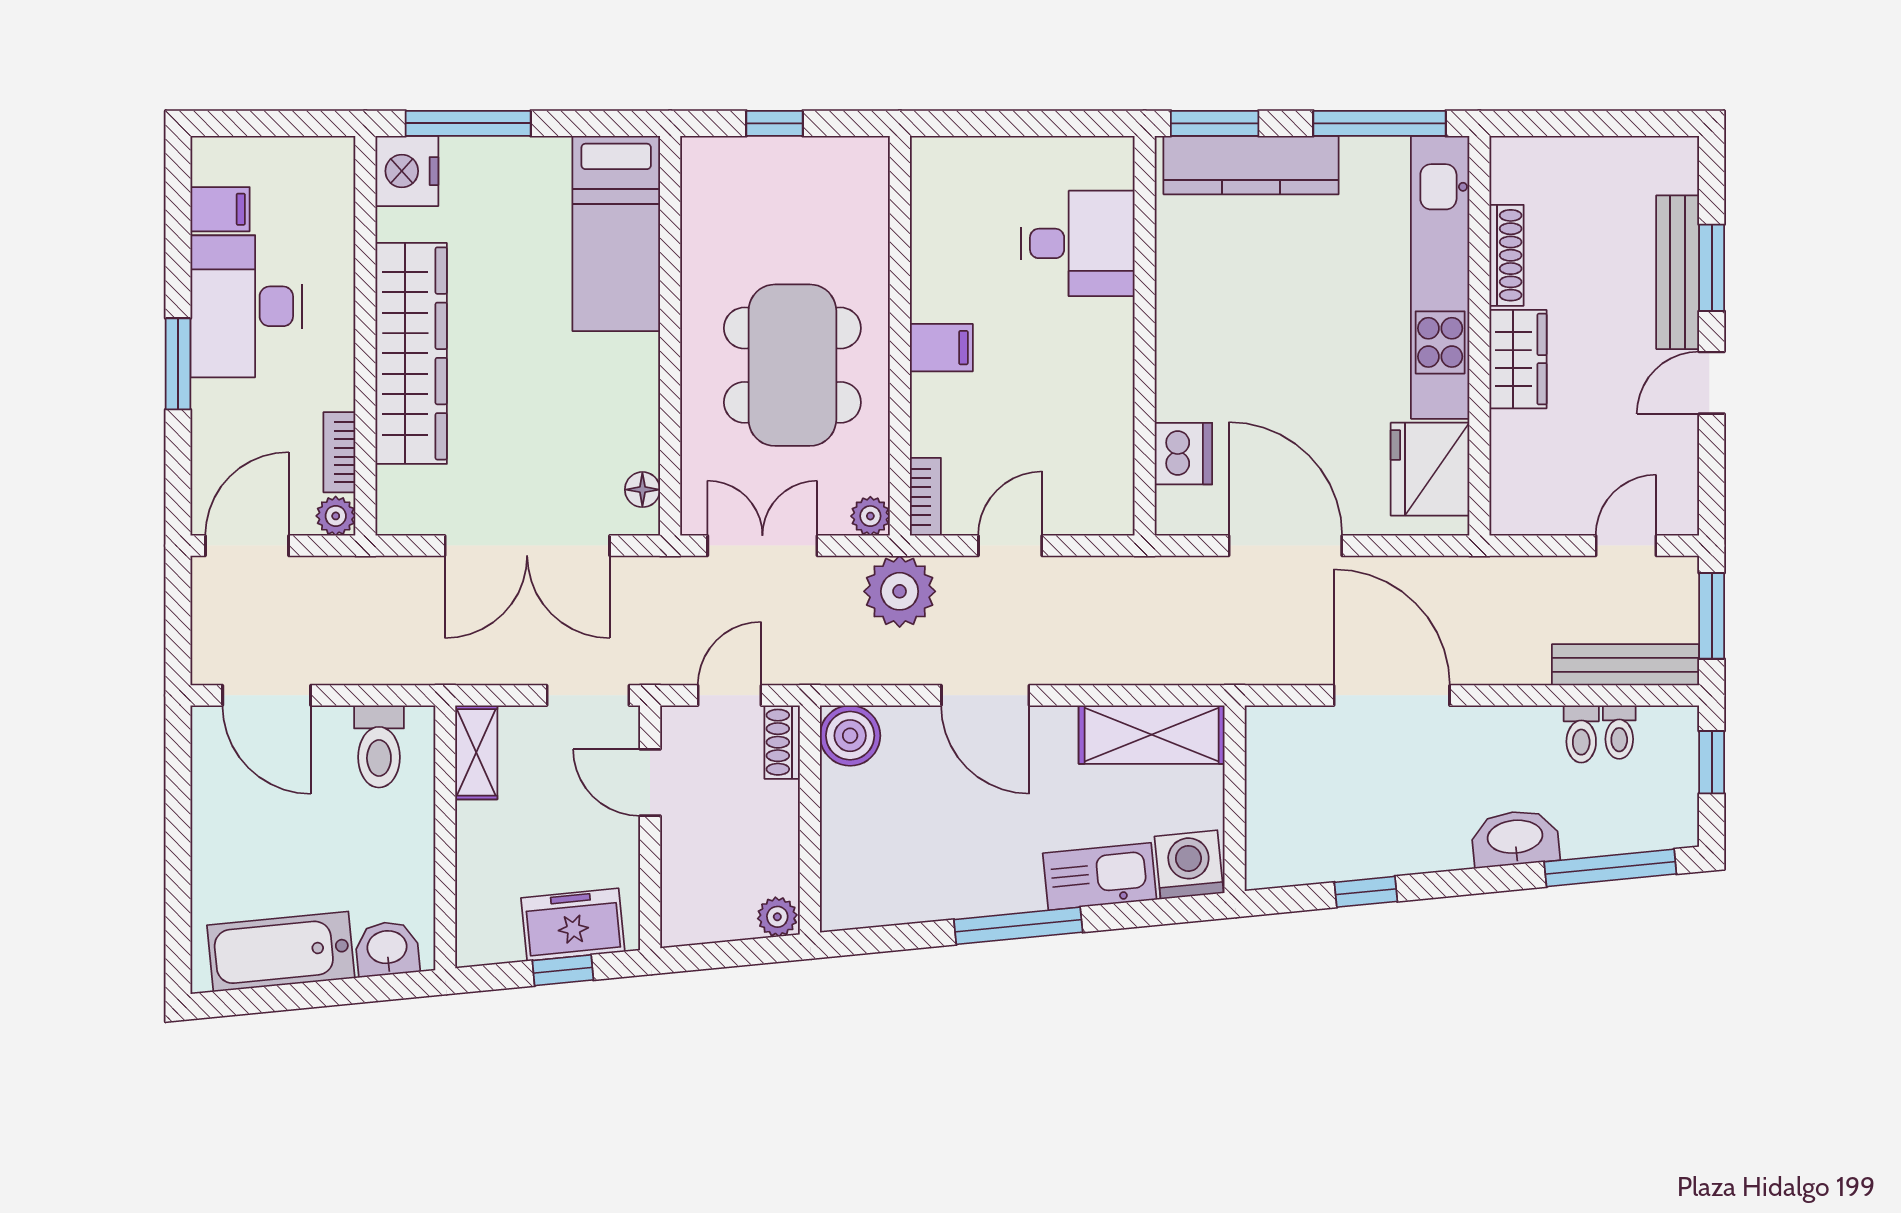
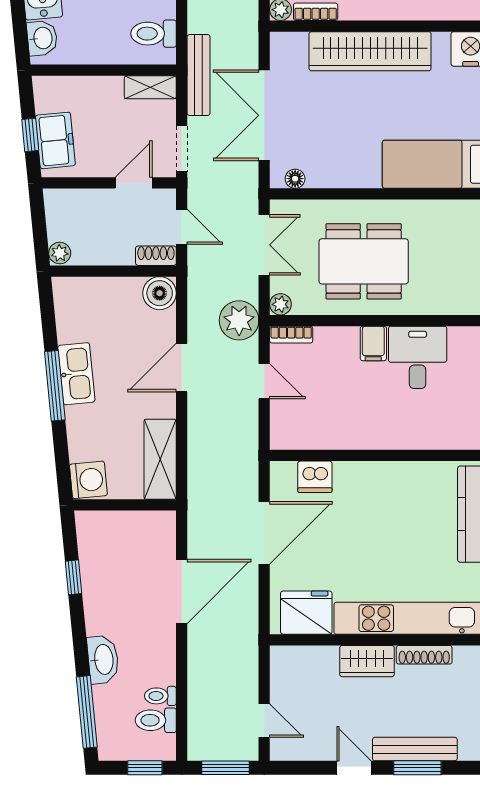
desk: (1078, 243) -> (418, 357), moved, turned 180
bench: (1625, 665) -> (199, 75), moved
toilet: (1619, 732) -> (156, 720), width x1.37, depth x1.39
kitchen sink: (1100, 876) -> (76, 374), moved

